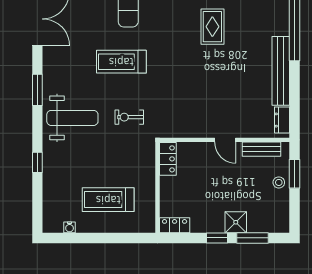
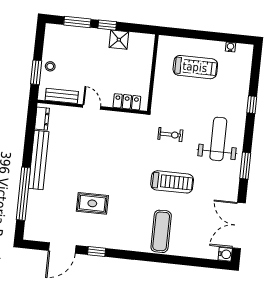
rug: (212, 27) -> (92, 203), turned 90
weight bench: (72, 118) -> (218, 139), turned 90
locker: (168, 159) -> (127, 102), moved, turned 90
shower: (236, 222) -> (119, 40), moved
locker: (175, 225) -> (142, 40), removed

